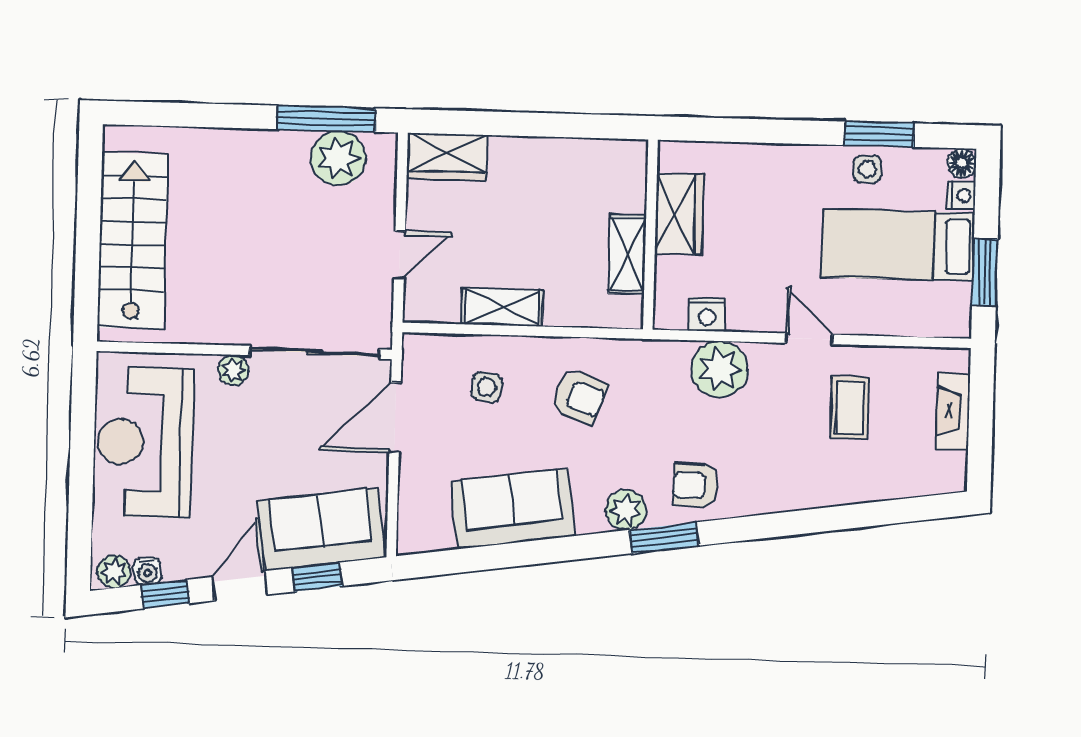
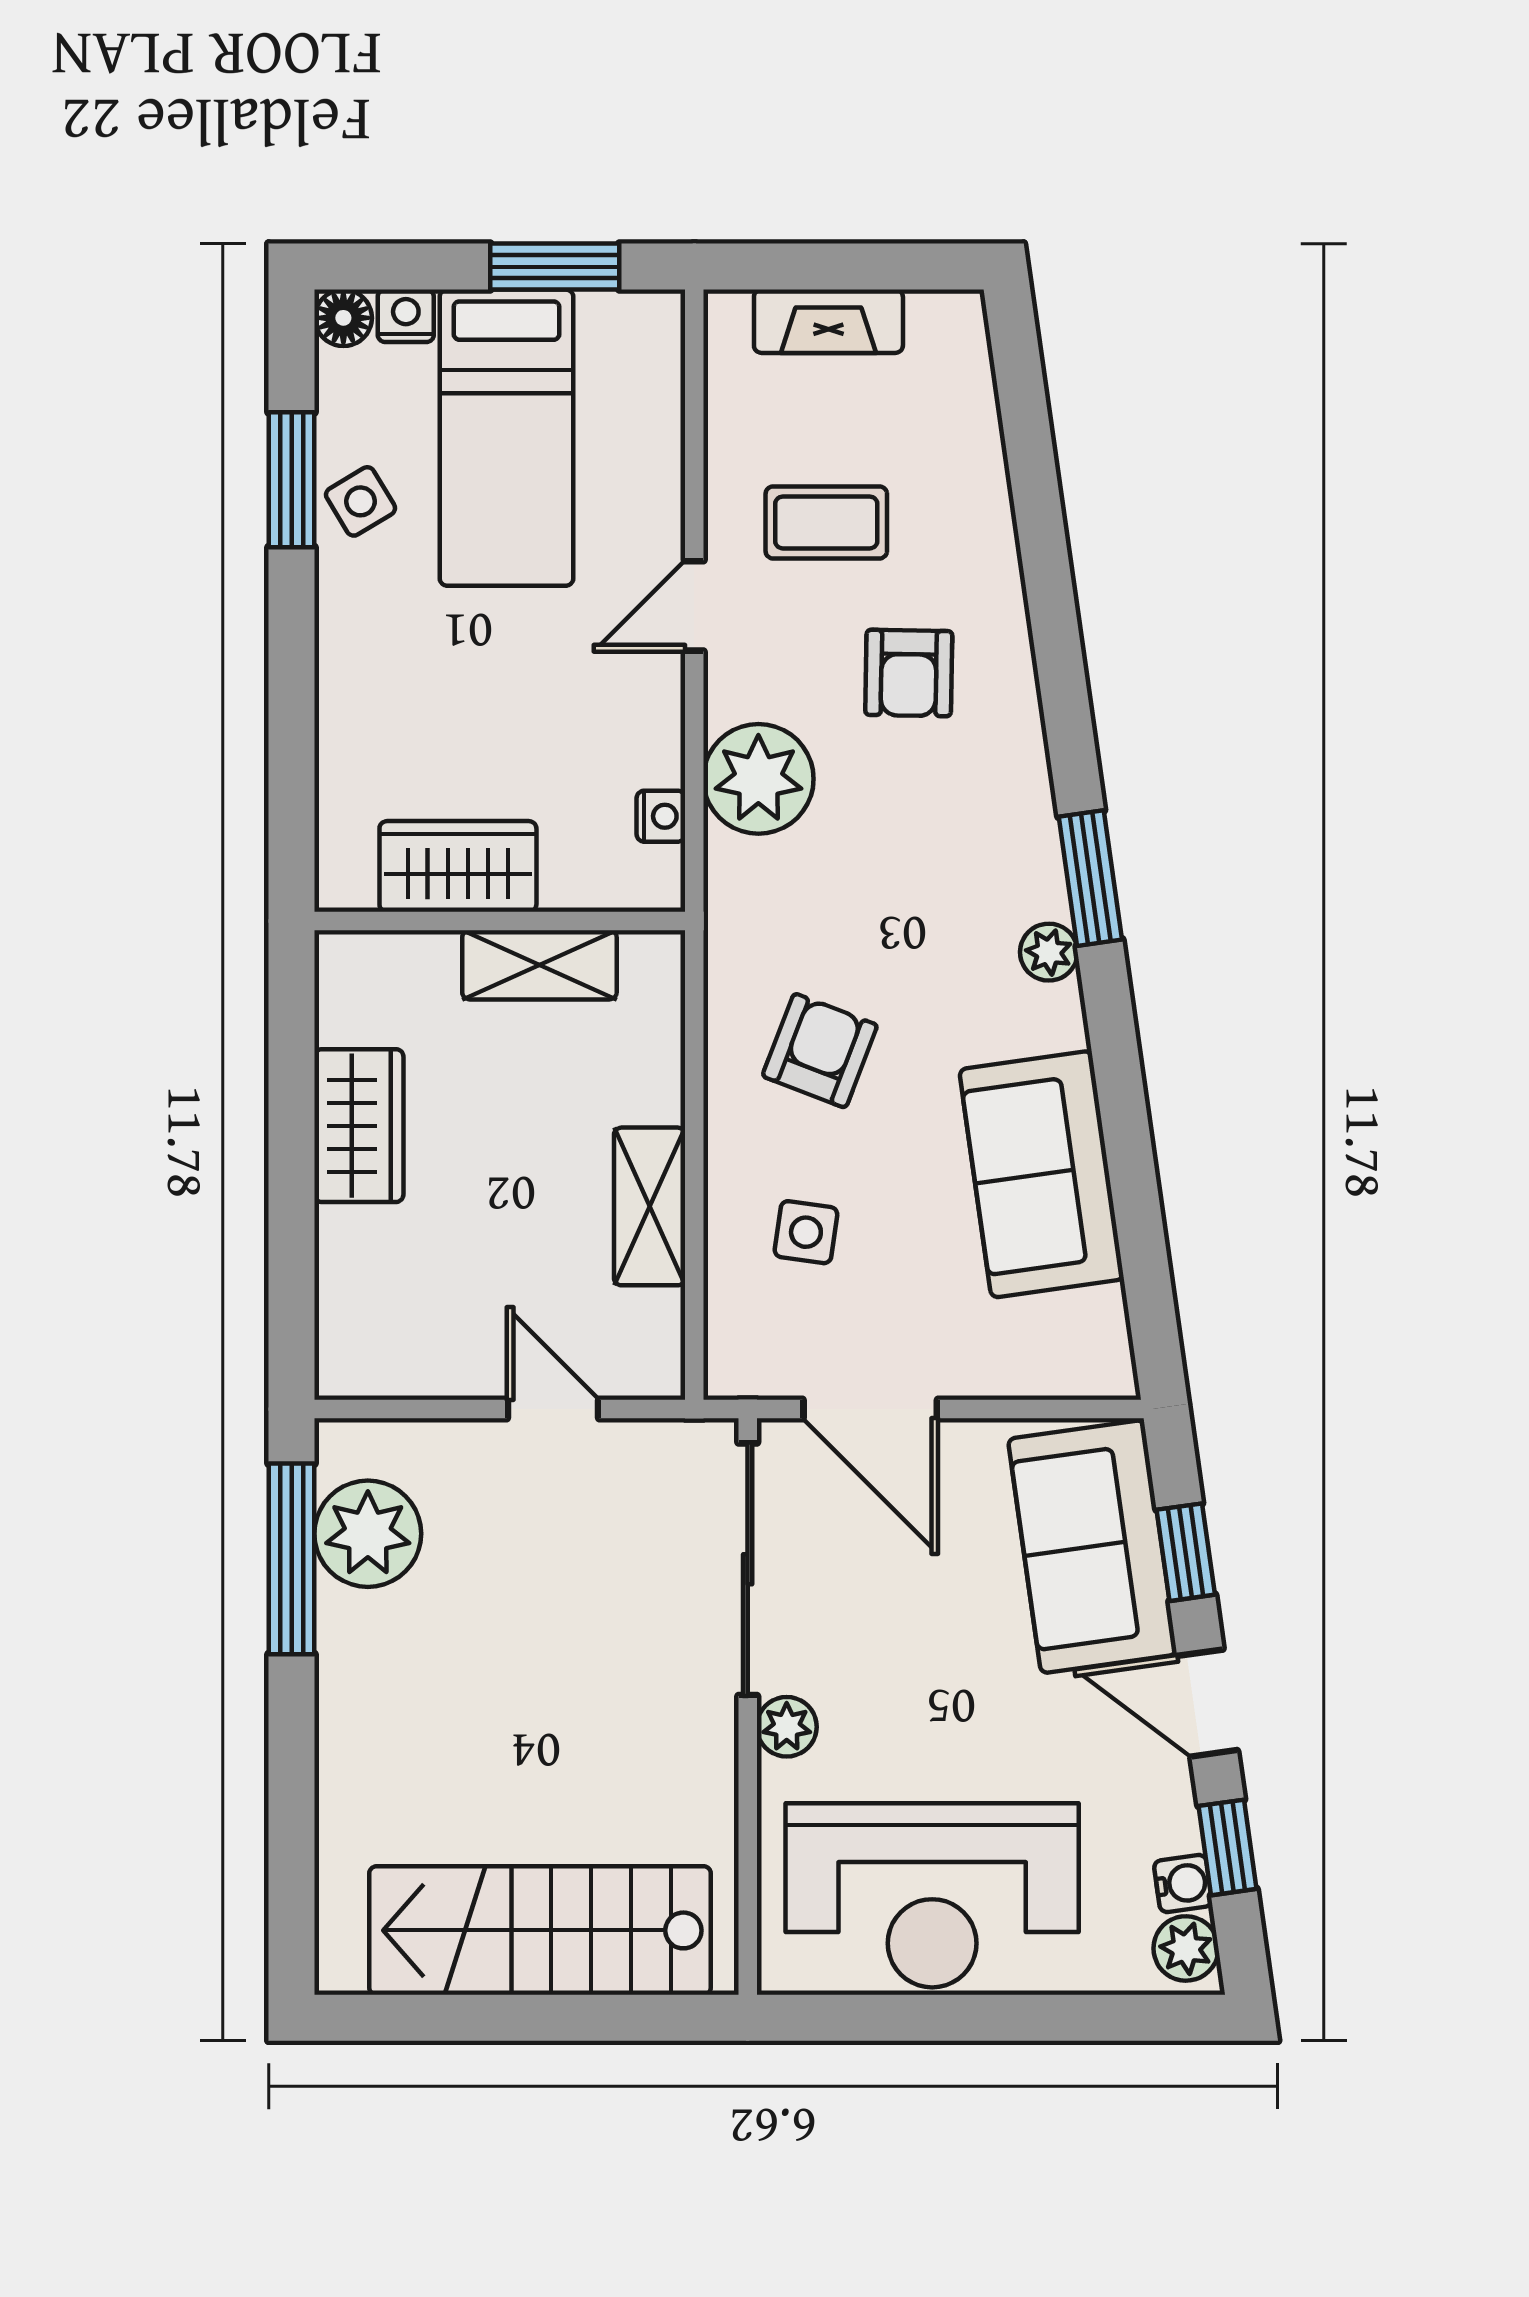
wardrobe: (447, 157) -> (359, 1126), moved
side table: (867, 169) -> (361, 501), turned -31
nightstand: (707, 314) -> (661, 816), width x0.72, depth x0.74
armchair: (695, 485) -> (909, 673), moved
plant: (626, 510) -> (1049, 952), width x0.73, depth x0.73

